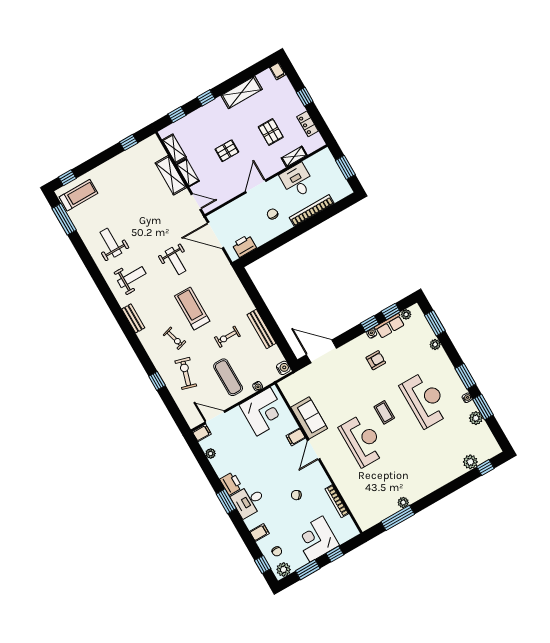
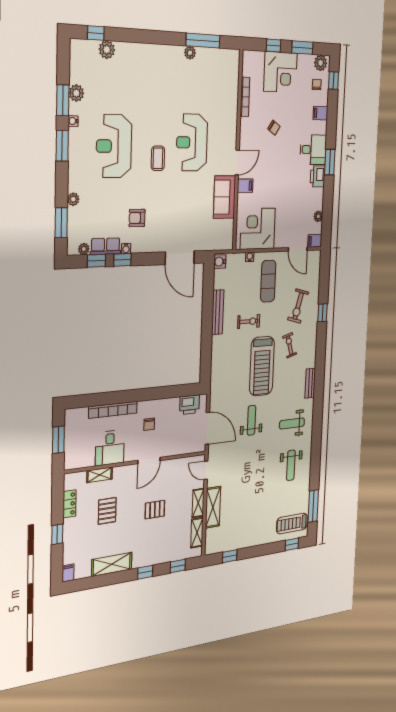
treadmill: (192, 309) -> (262, 366), width x1.37, depth x1.38

